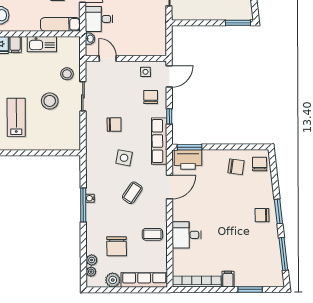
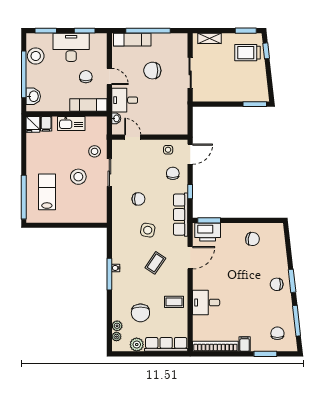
chair: (260, 164) -> (277, 333), moved

